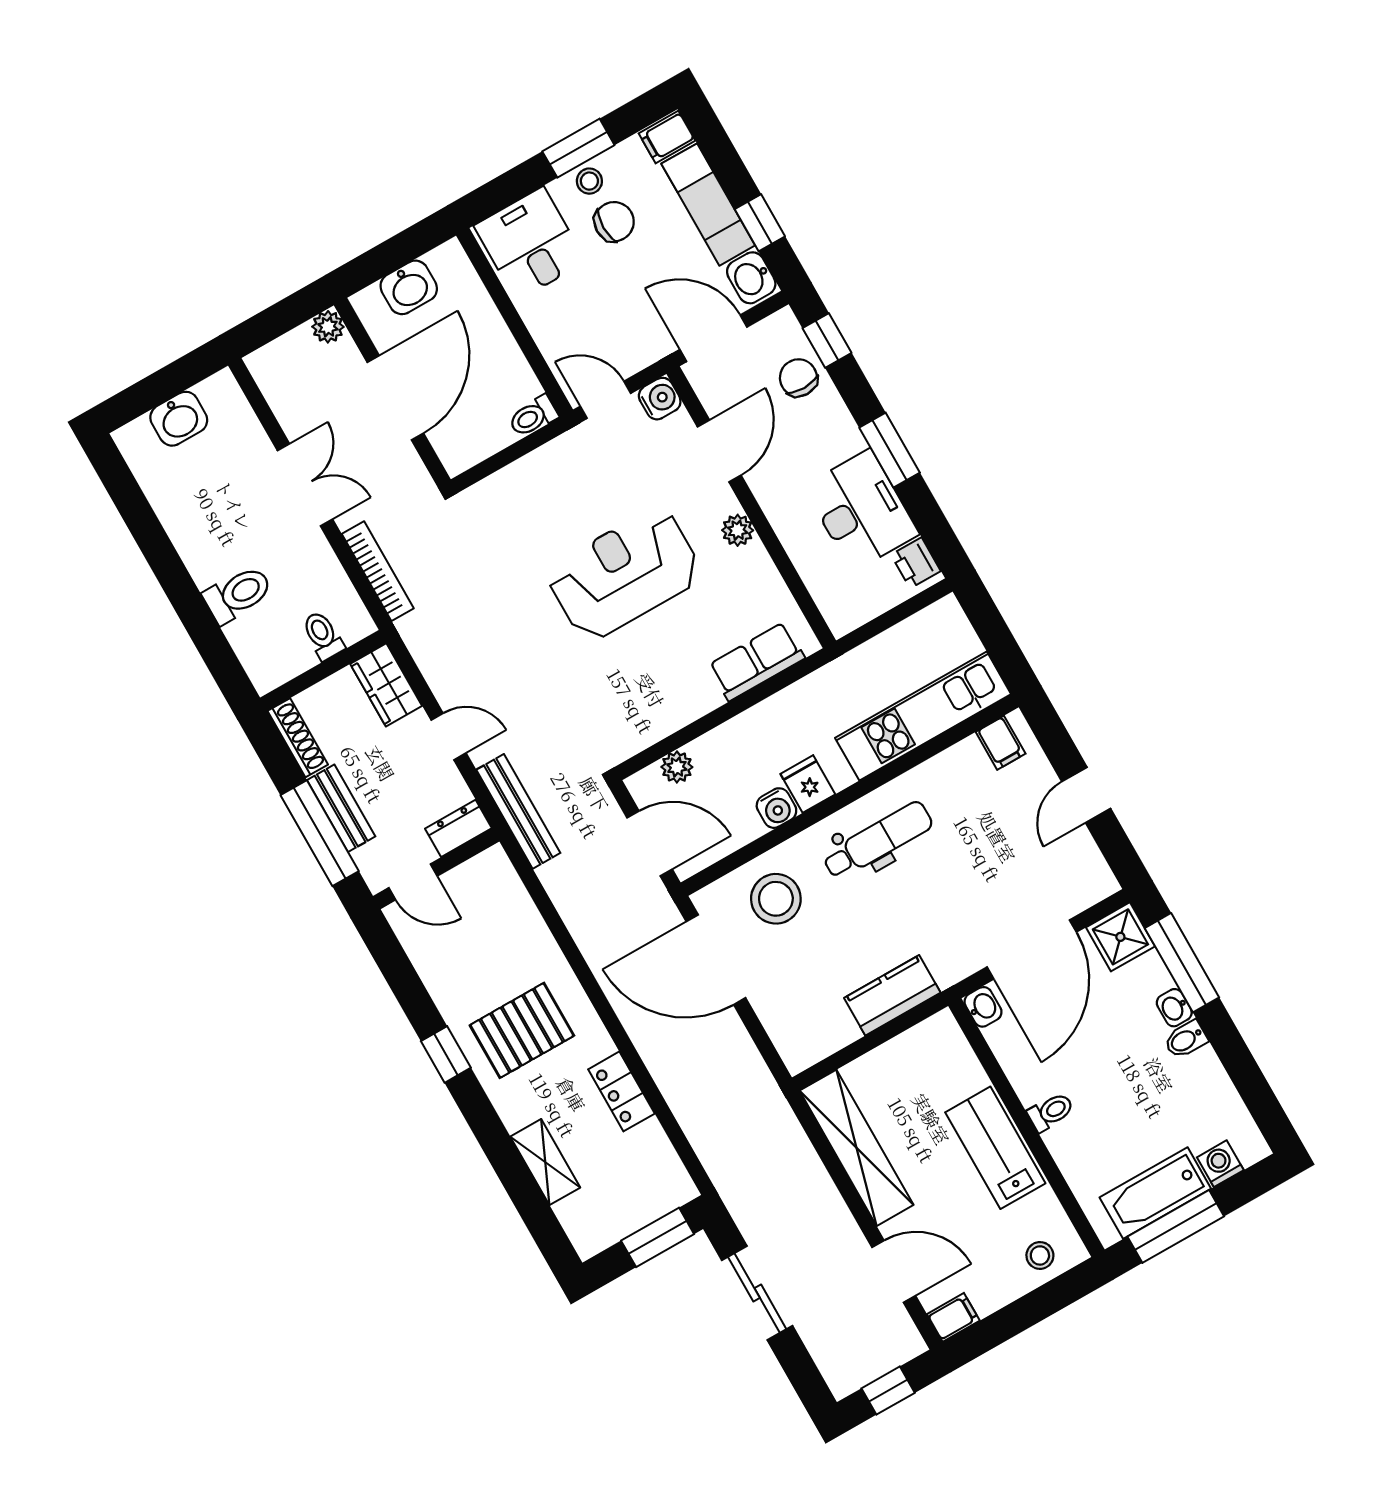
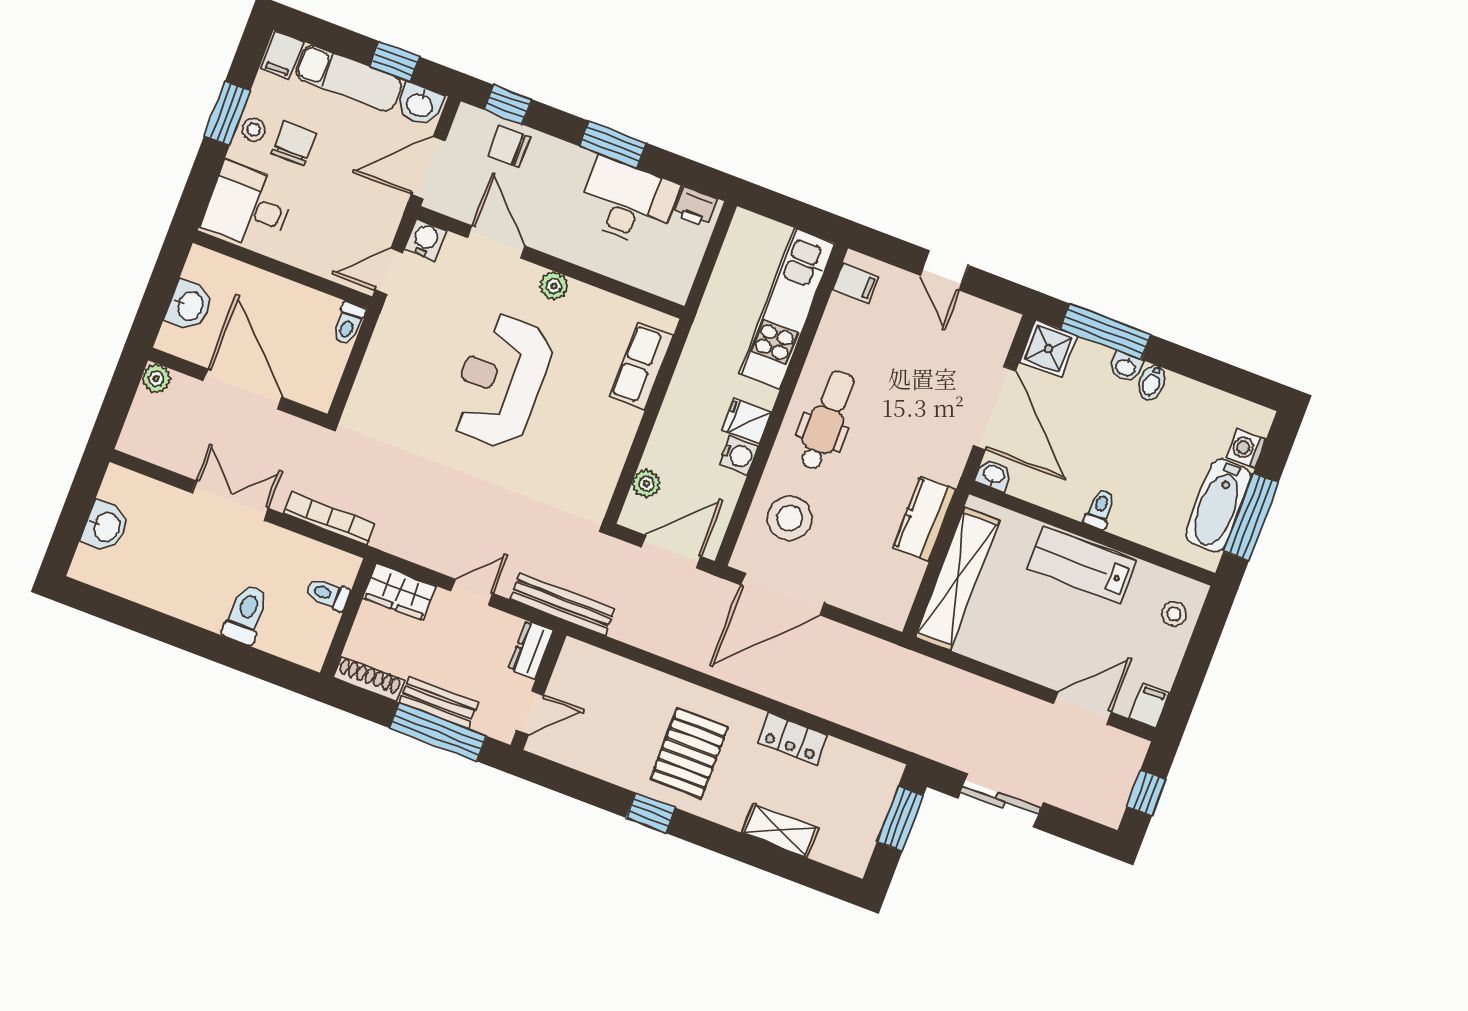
shelving: (856, 1148) -> (957, 579), moved, turned 90

